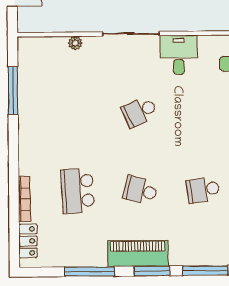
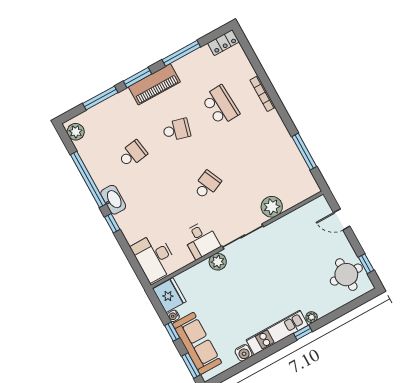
plant: (173, 21) -> (218, 262), added
plant: (75, 43) -> (272, 207), width x1.88, depth x1.88
bookcase: (24, 199) -> (263, 94), moved
locker: (28, 241) -> (223, 43), moved, turned -90

